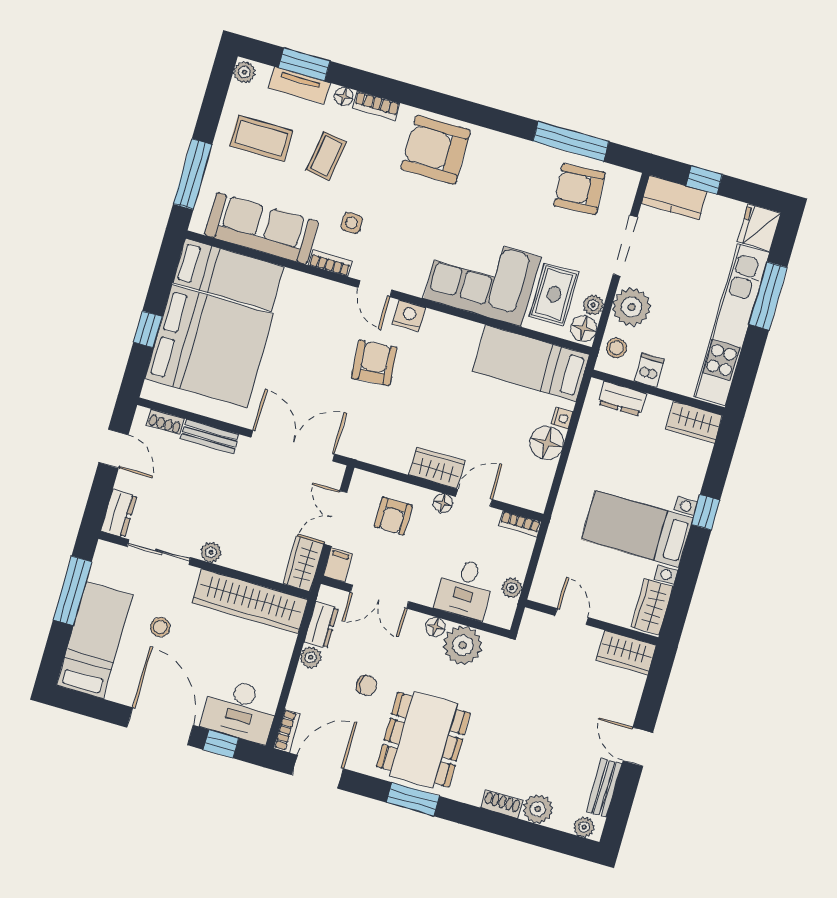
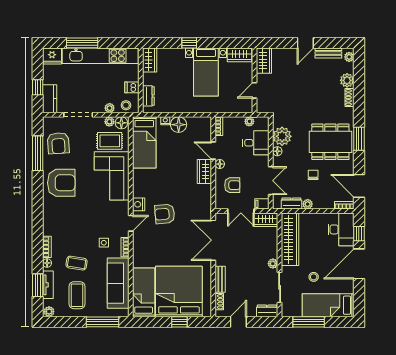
armchair: (436, 150) -> (61, 183), moved, turned -90
plant: (632, 307) -> (110, 108), width x0.53, depth x0.53

